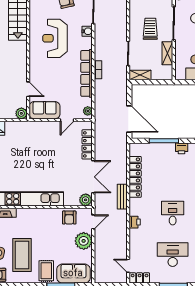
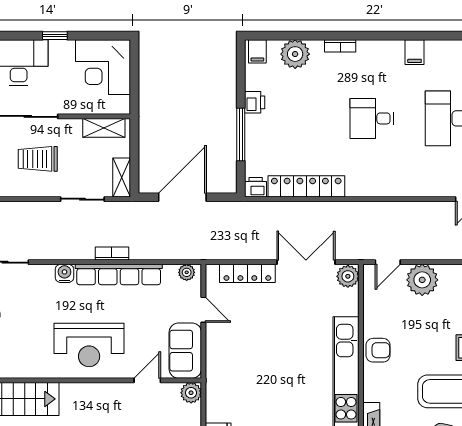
water cooler: (87, 31) -> (64, 273), moved
reception desk: (55, 38) -> (89, 345), moved
shelving: (167, 53) -> (104, 128), moved
door: (129, 119) -> (182, 197), moved
bench: (122, 197) -> (342, 210), removed
armchair: (69, 218) -> (378, 350), moved
door: (93, 222) -> (388, 262), swing flipped
printer: (135, 222) -> (256, 187), moved

